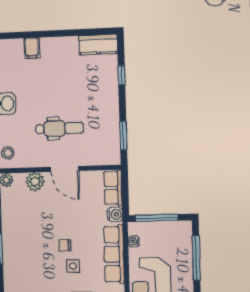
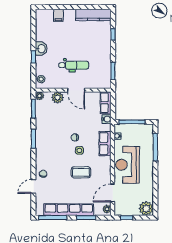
kitchen counter: (98, 45) -> (93, 15), width x1.50
row of seats: (114, 254) -> (105, 144), width x0.68

